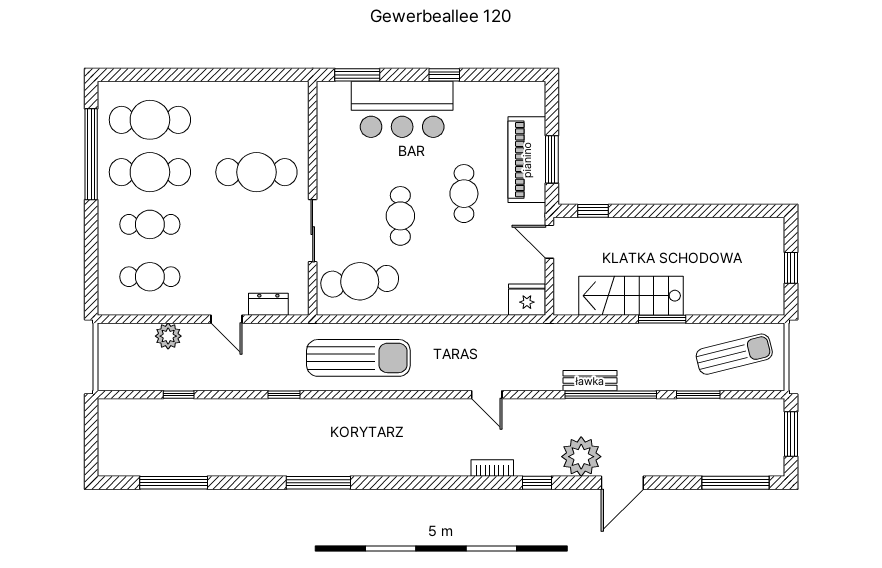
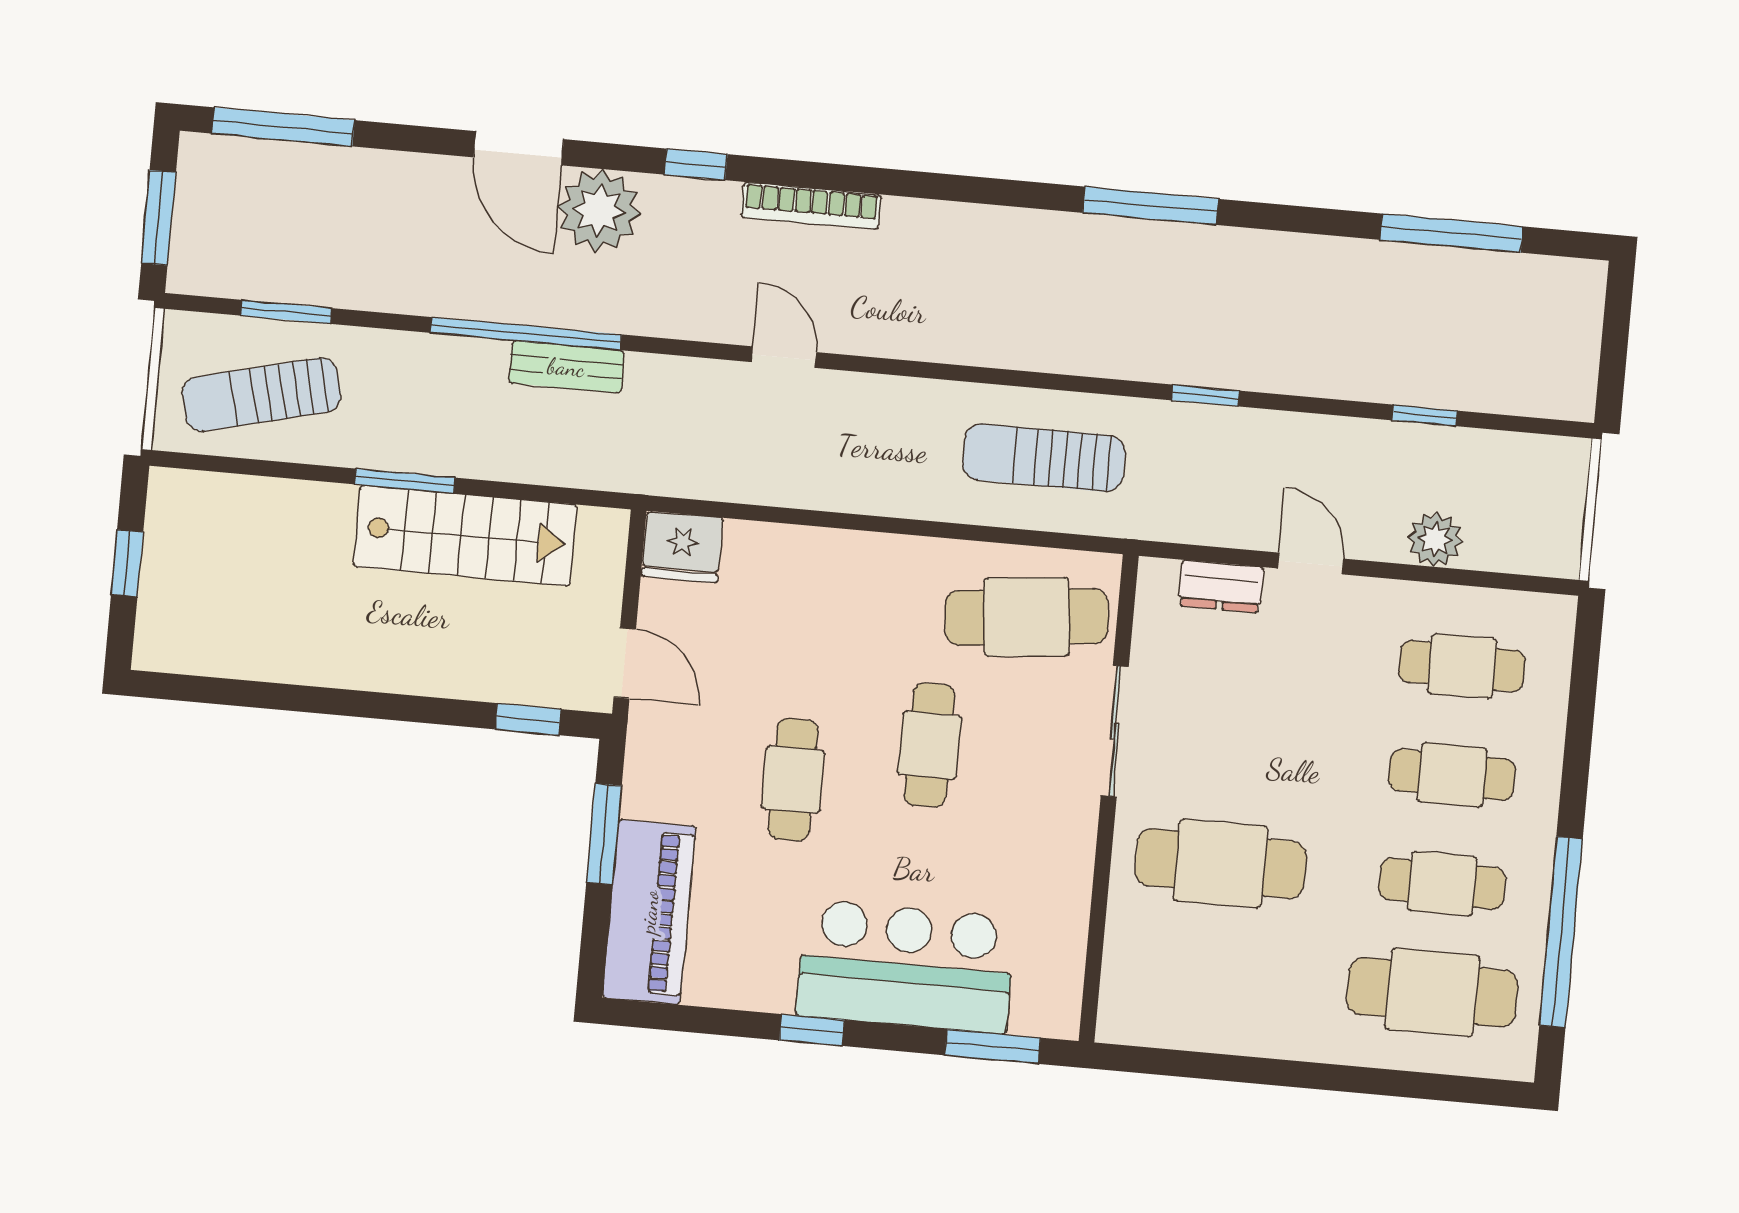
piano: (527, 160) -> (649, 912), moved
cafe table: (150, 172) -> (1442, 884), width x0.73, depth x0.74
sun lounger: (358, 358) -> (1044, 458), width x0.73, depth x0.75
window: (698, 395) -> (286, 312), moved
bookcase: (492, 468) -> (811, 206), width x1.56
door: (622, 483) -> (519, 148), swing flipped

